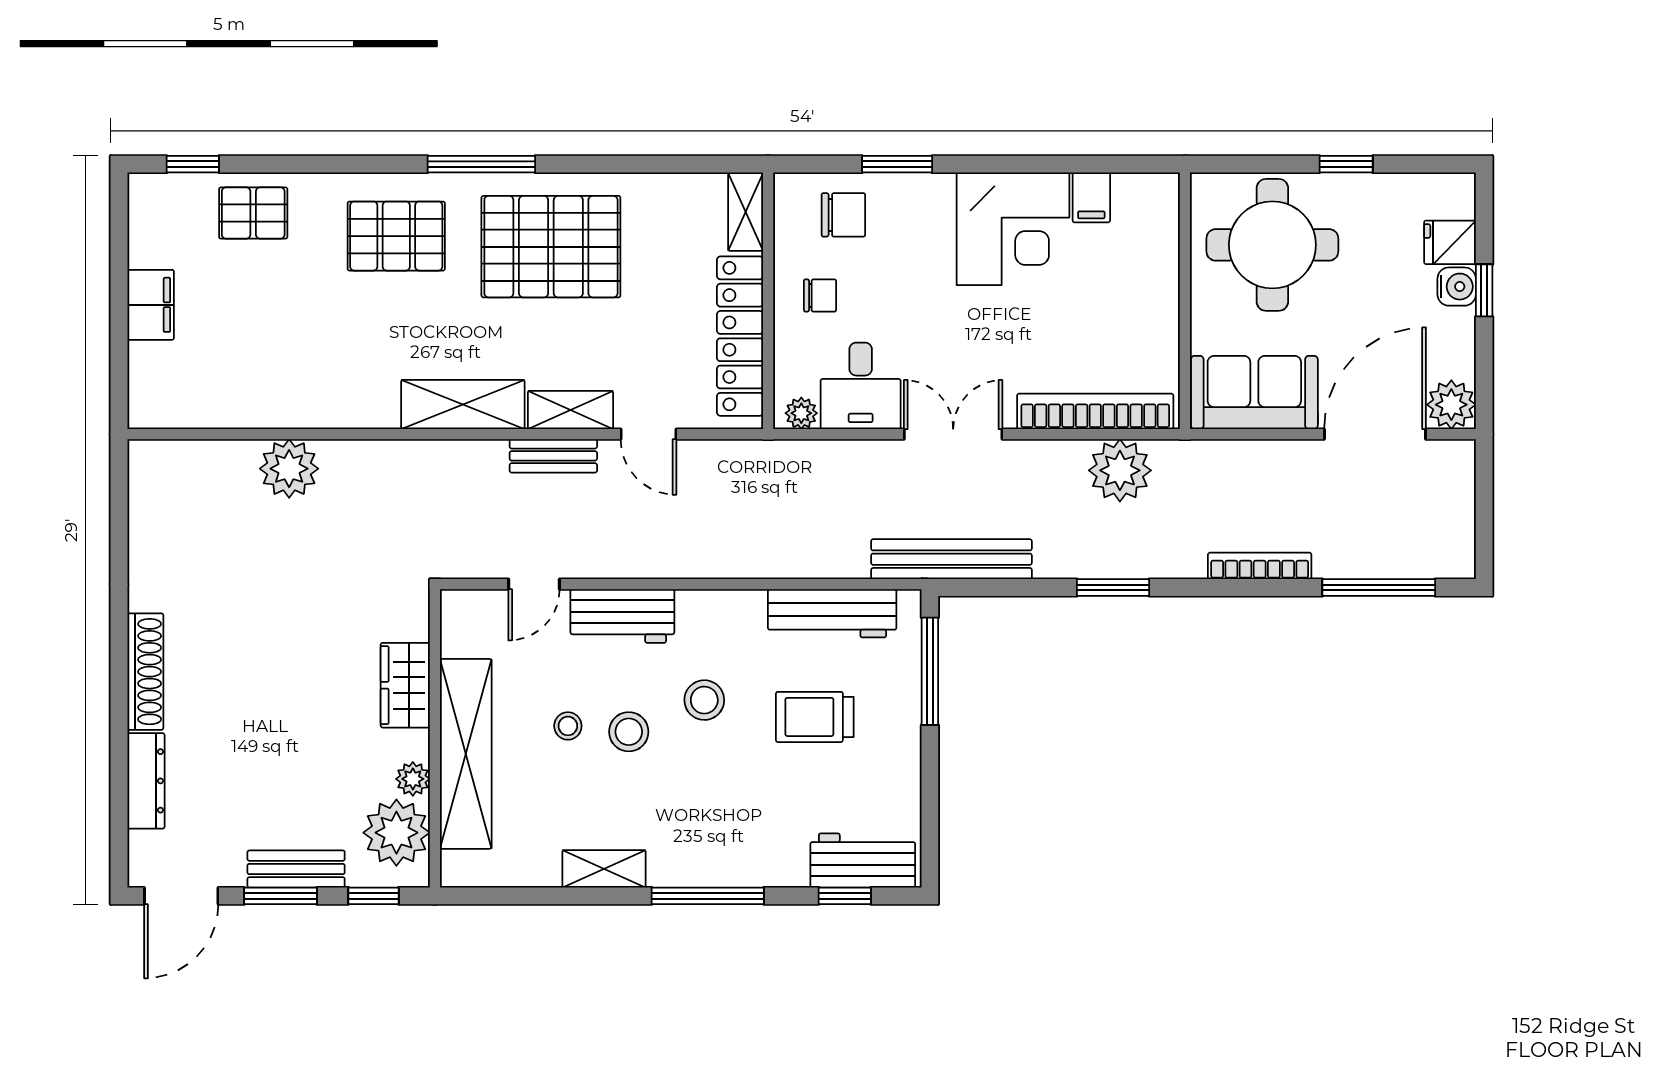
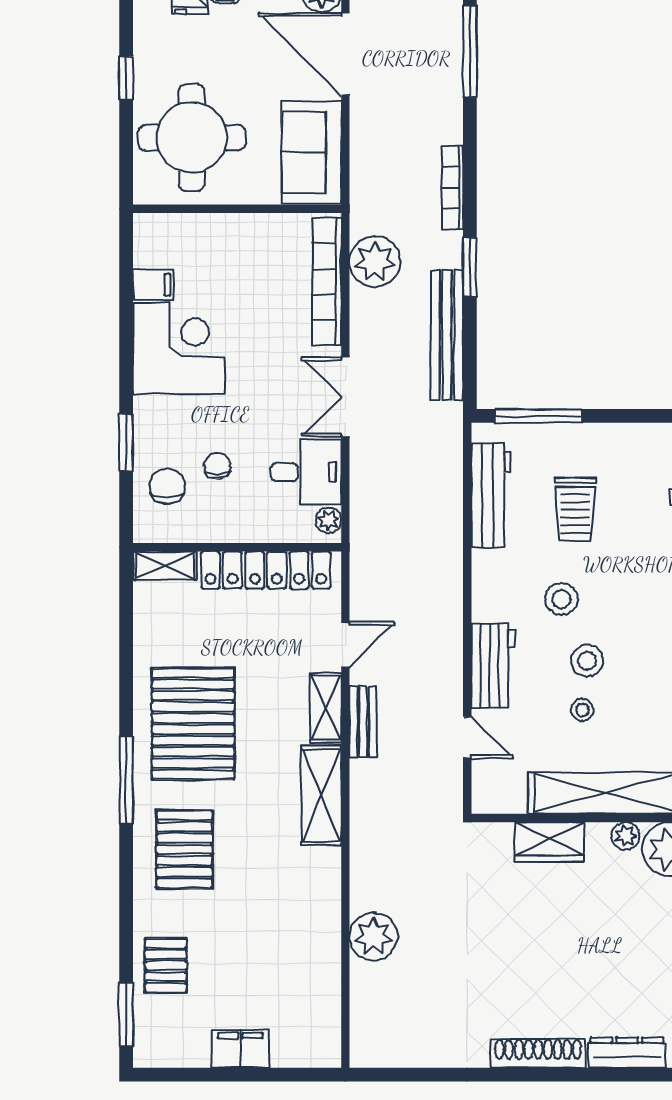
window: (193, 164) -> (126, 1015), width x1.50
chair: (820, 295) -> (217, 466), moved
bench: (951, 559) -> (447, 335), moved
bookcase: (1260, 566) -> (452, 188), moved

